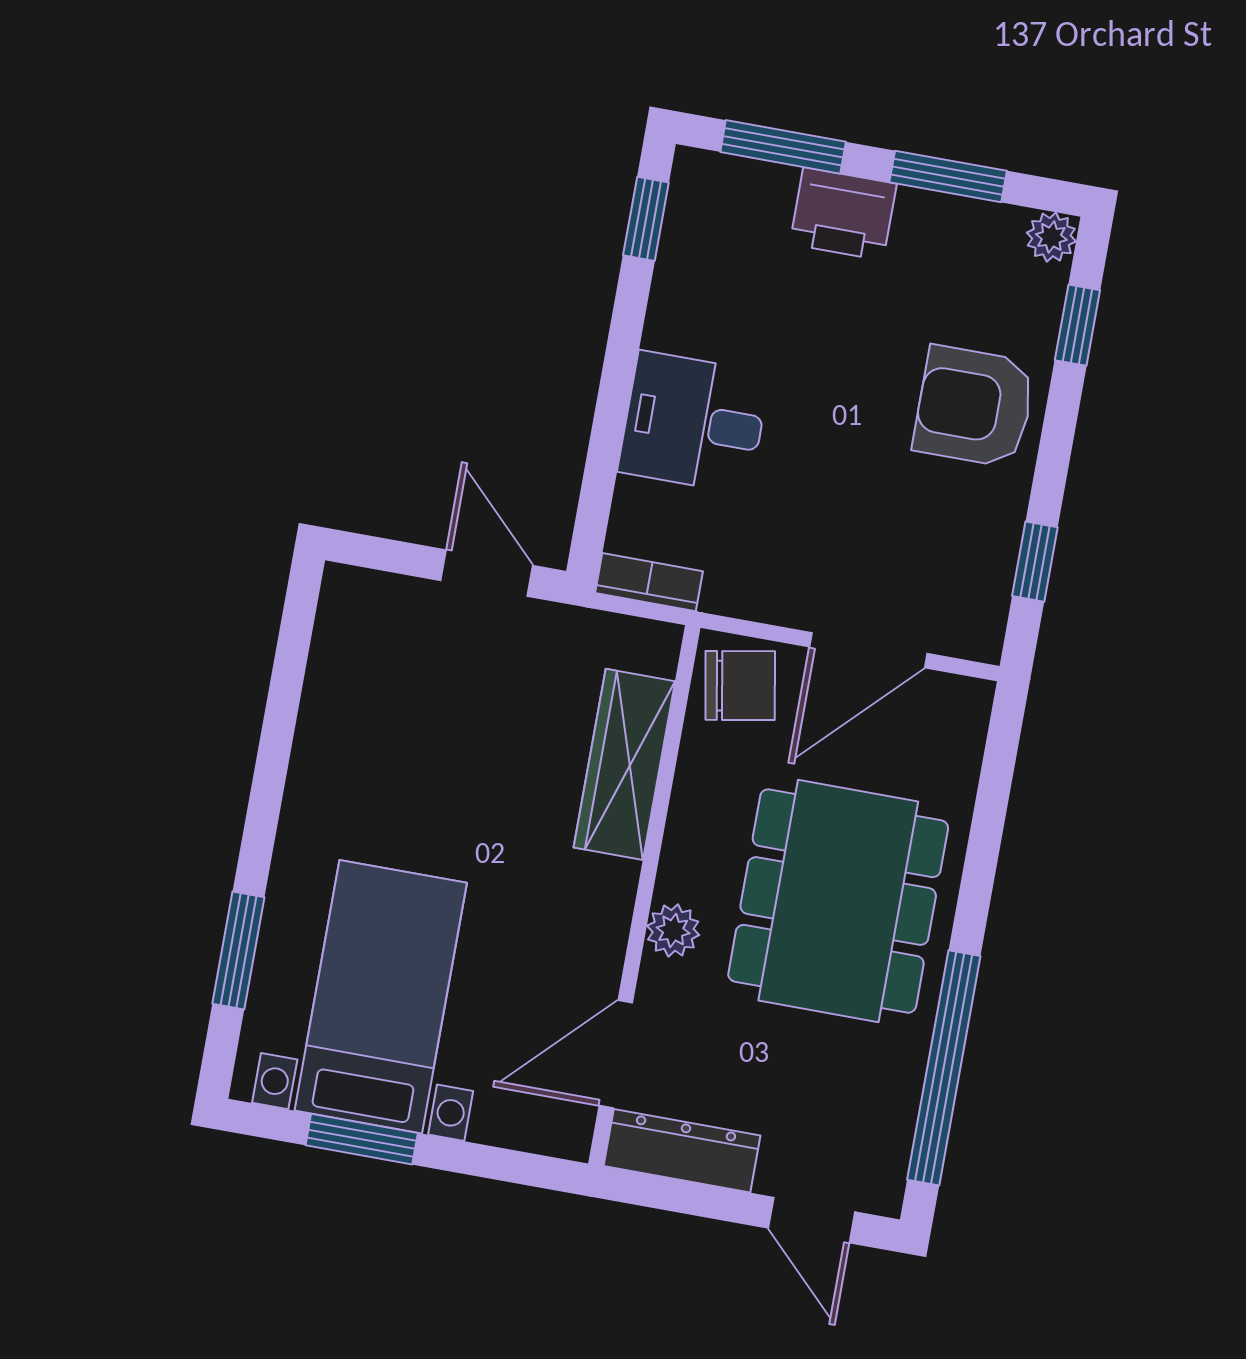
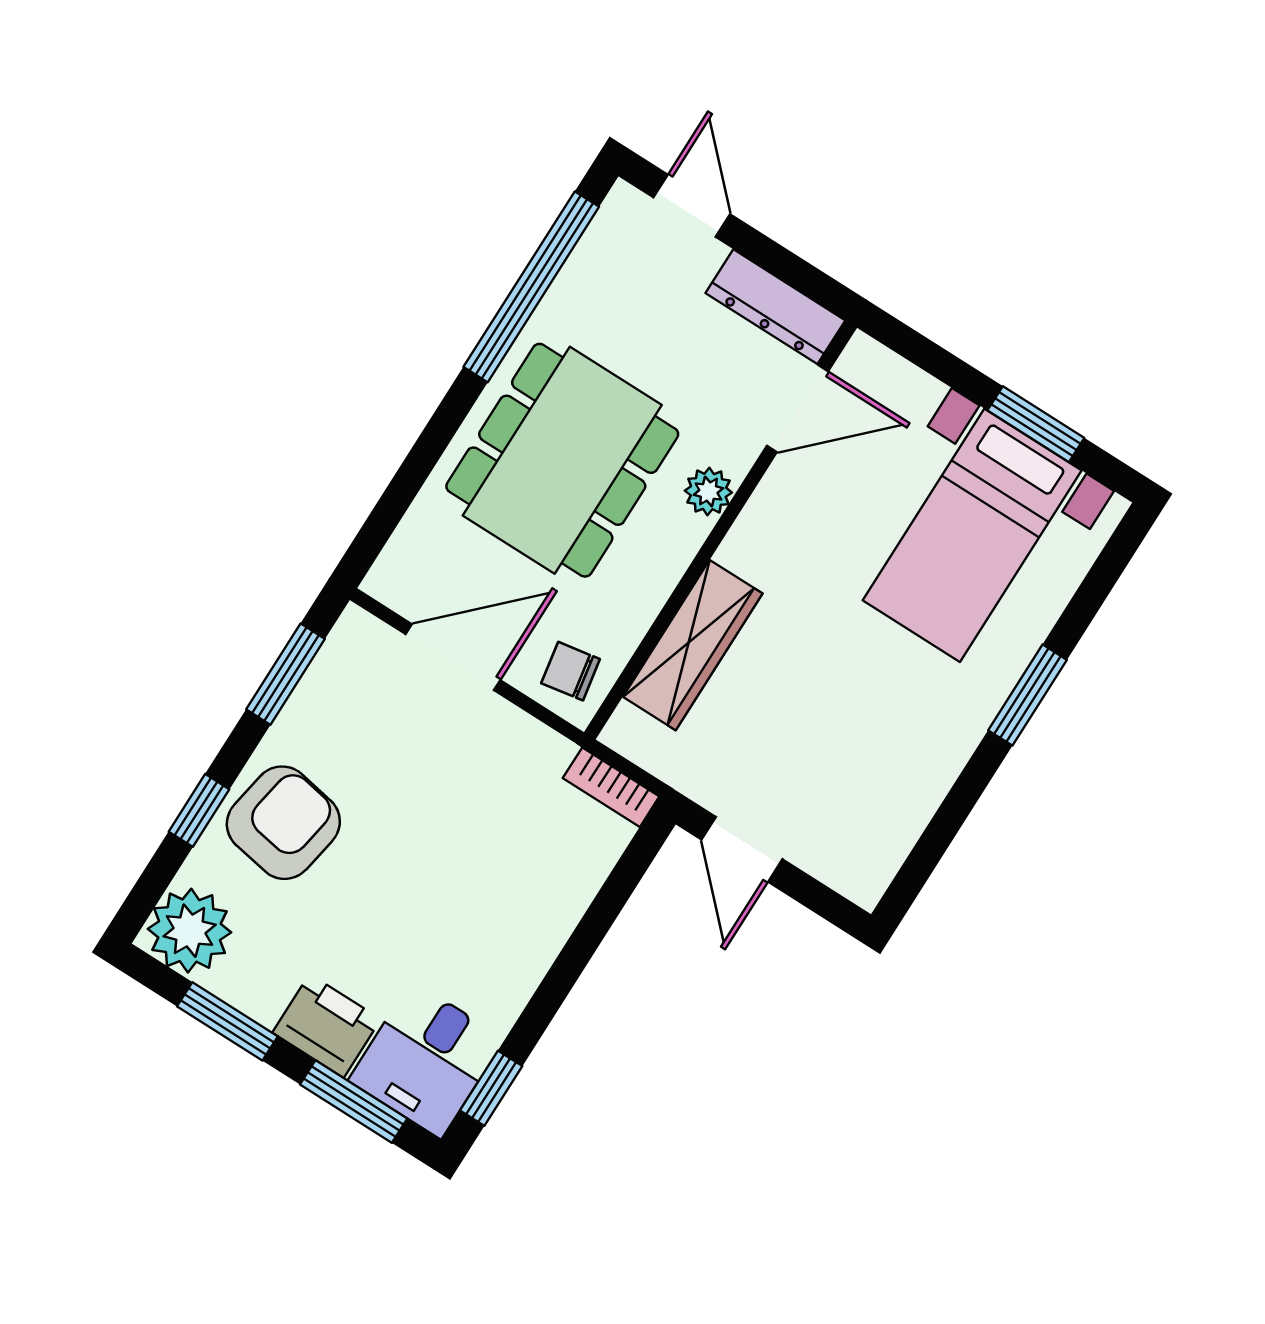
plant: (1051, 237) -> (190, 931), width x1.87, depth x1.87
window: (1077, 325) -> (199, 810), moved
armchair: (974, 406) -> (283, 823), turned -80
desk: (694, 422) -> (426, 1060), moved, turned 90
window: (1035, 562) -> (285, 674), width x1.50
chair: (740, 686) -> (571, 671), width x0.73, depth x0.73
window: (238, 951) -> (1027, 695), moved

